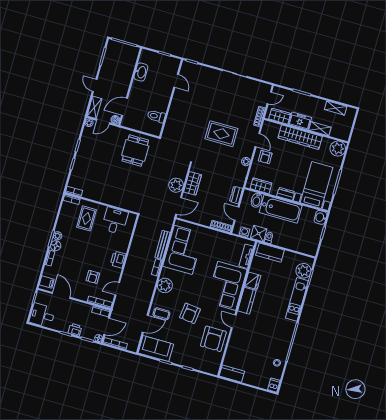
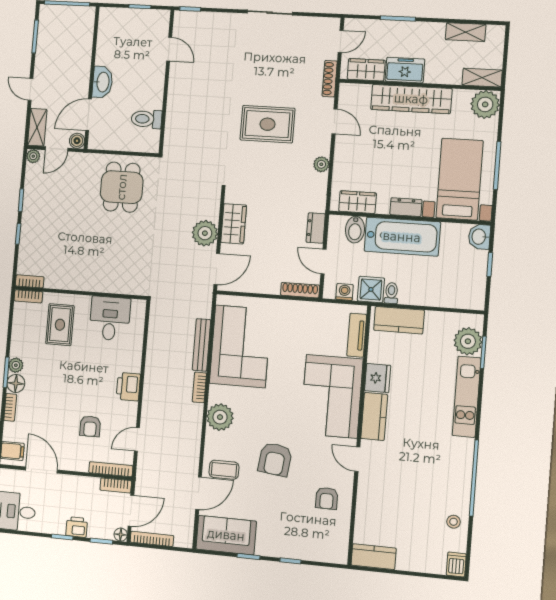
washbasin: (141, 72) -> (102, 82), moved
shelving: (320, 129) -> (482, 78), moved
armchair: (265, 157) -> (355, 149), removed
armchair: (213, 339) -> (327, 498), width x0.53, depth x0.53

